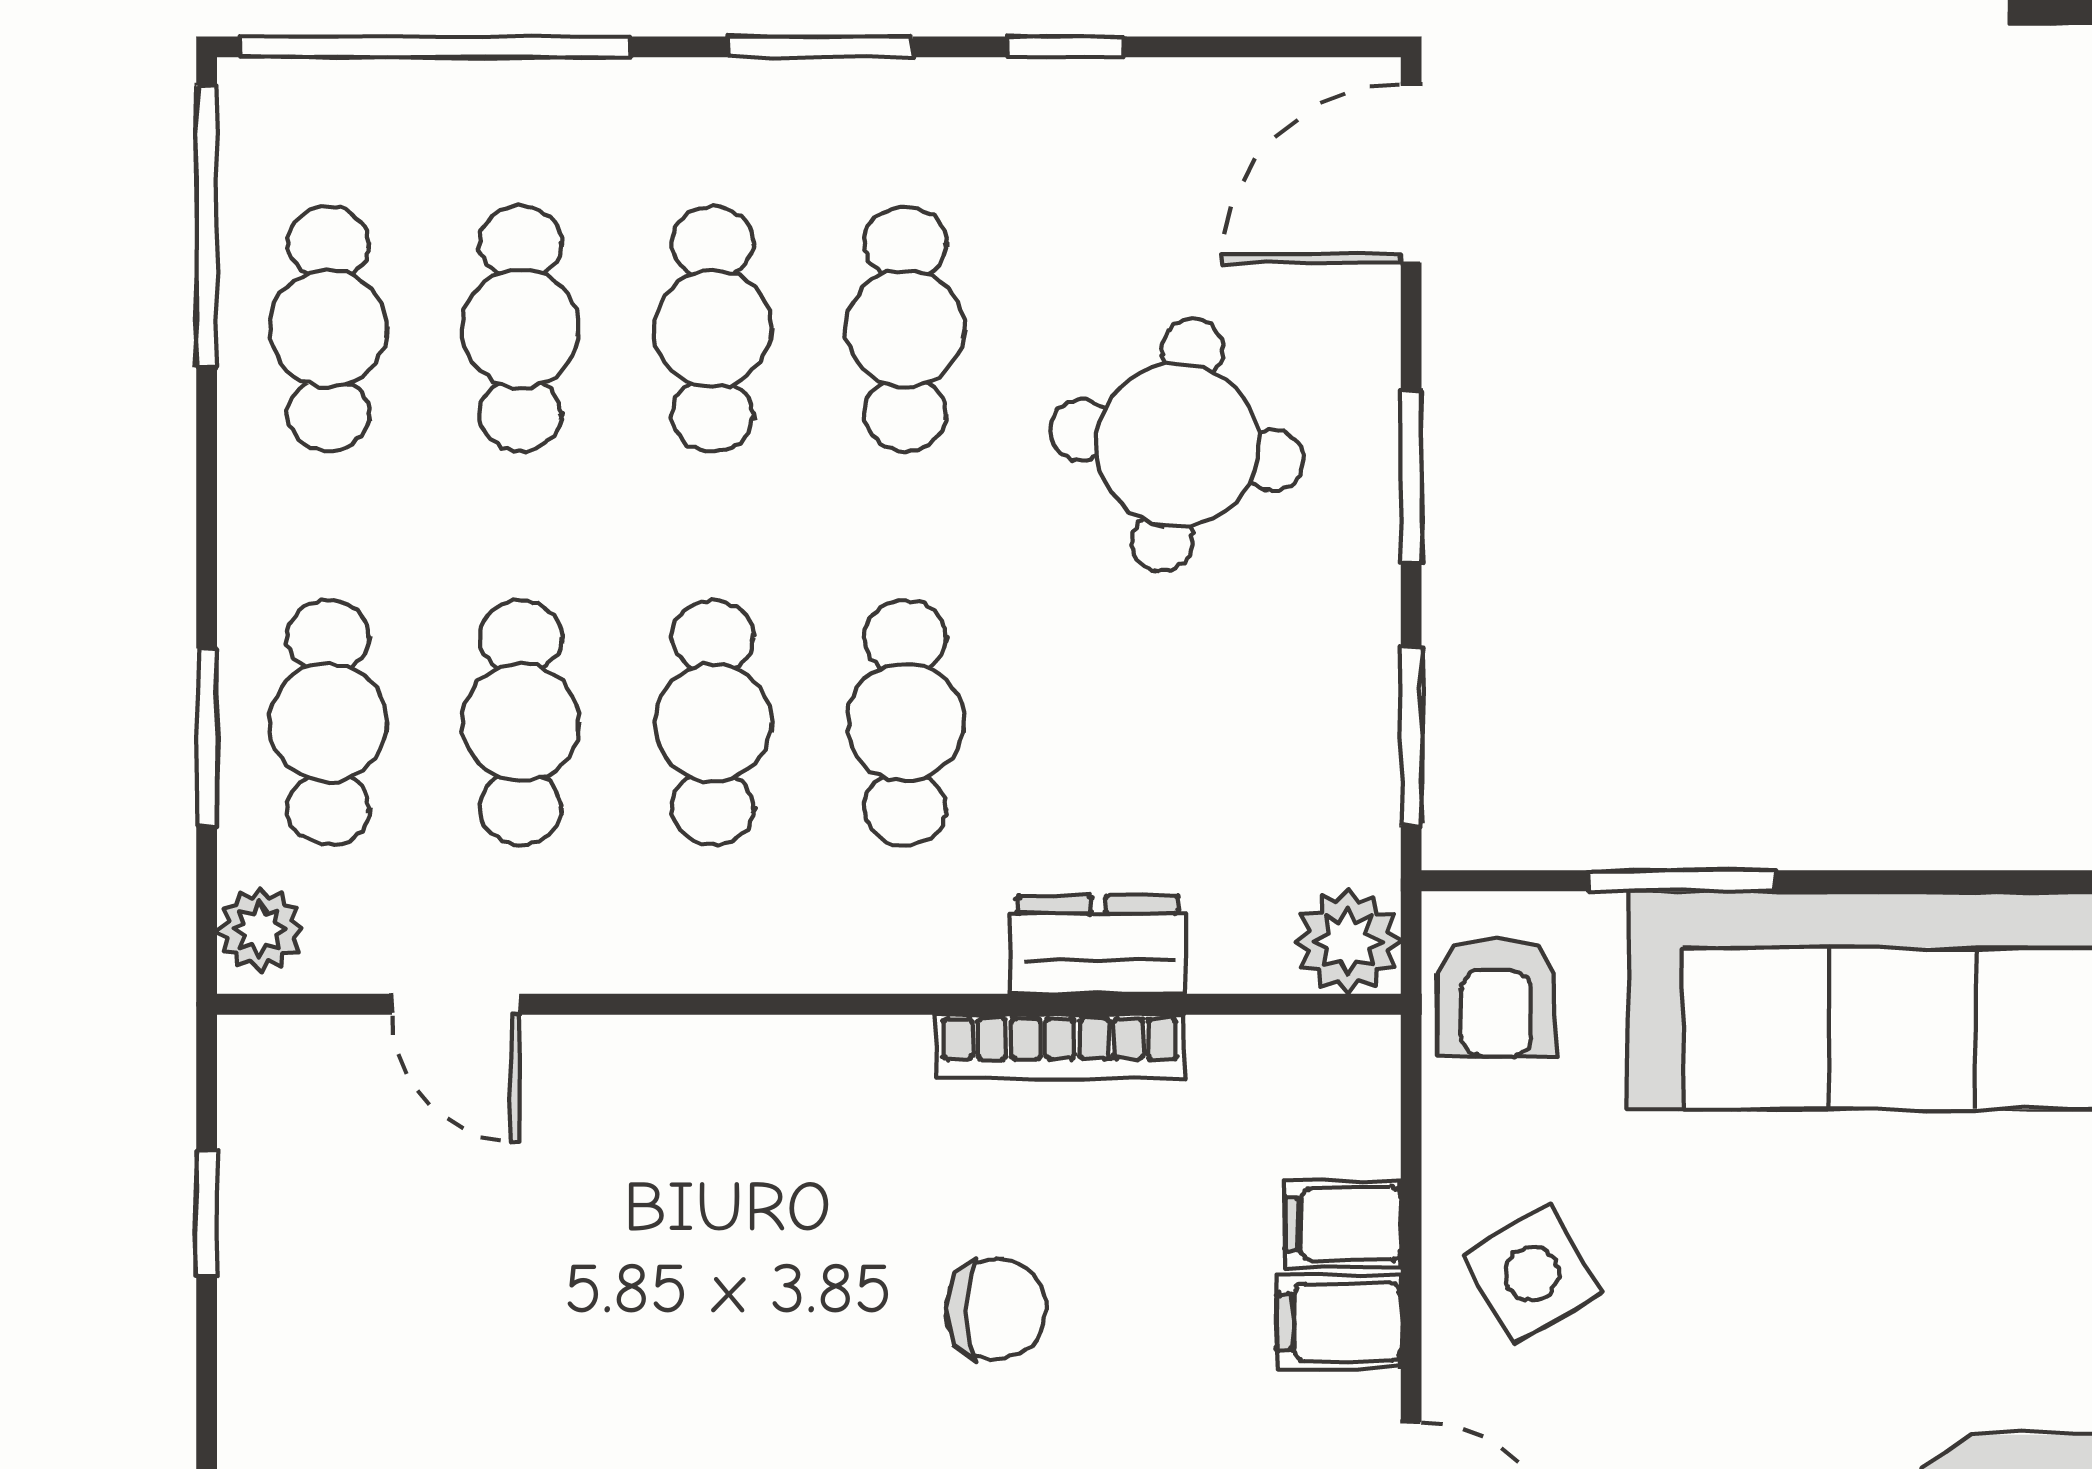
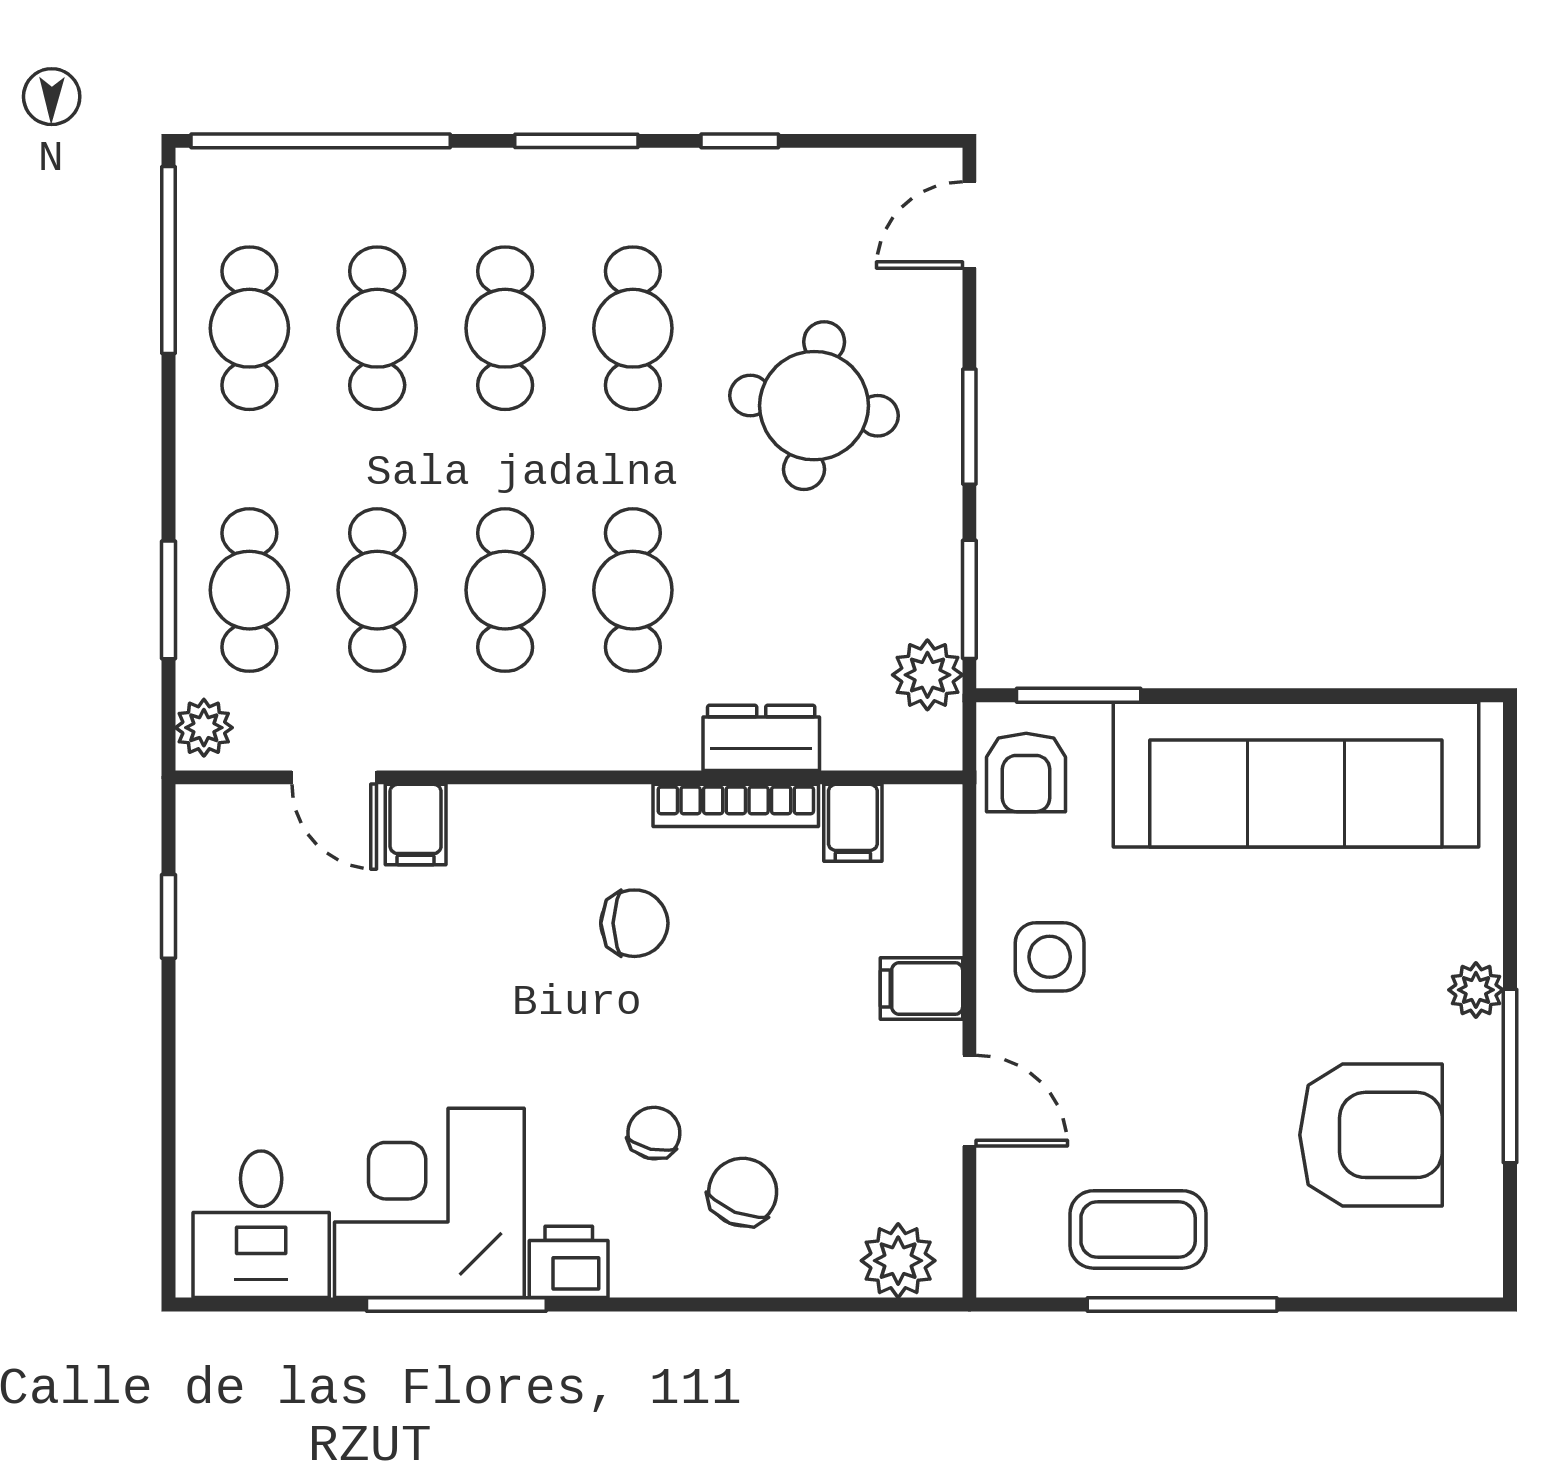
door: (1411, 174) -> (969, 225), width x0.73
window: (1681, 881) -> (1079, 695), moved
plant: (1348, 941) -> (927, 675), moved
filing cabinet: (578, 1075) -> (416, 825), added
filing cabinet: (1343, 1224) -> (853, 823), moved, turned -90
side table: (1532, 1274) -> (1050, 957), turned 30
chair: (996, 1309) -> (634, 923), moved

